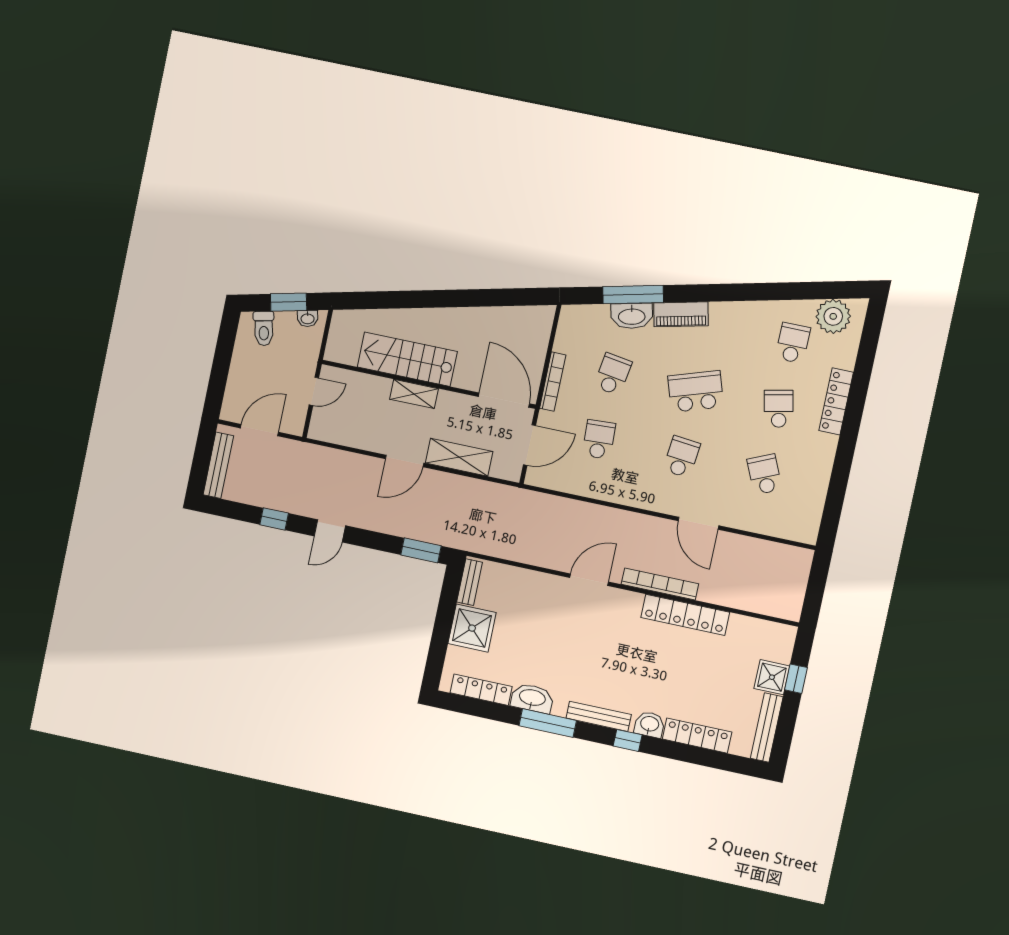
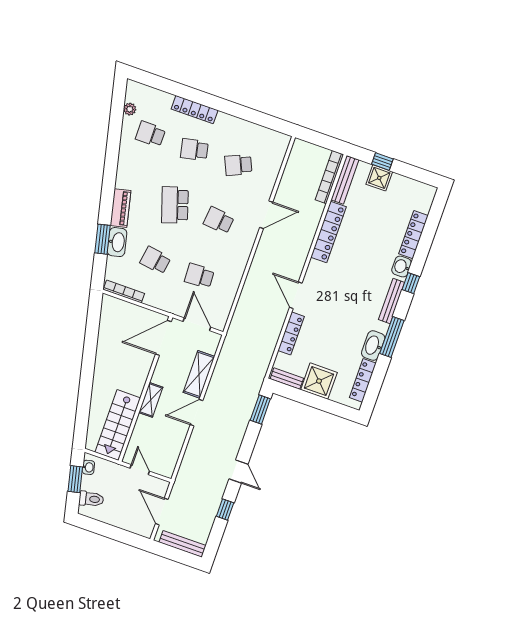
window: (633, 295) -> (102, 239), width x0.69
plant: (833, 316) -> (130, 109), width x0.53, depth x0.53
stairs: (407, 359) -> (118, 425), moved
bookcase: (553, 382) -> (124, 292), moved
door: (405, 461) -> (196, 413), swing flipped
locker: (534, 580) -> (291, 333), added
bookcase: (660, 584) -> (329, 177), moved
bench: (767, 727) -> (345, 180), moved, turned 90

